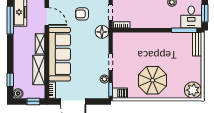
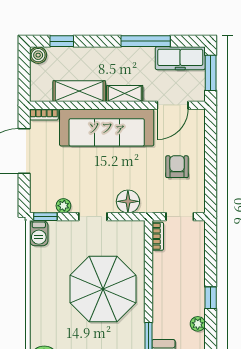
window: (10, 20) -> (146, 41), moved
floor lamp: (102, 32) -> (128, 201), moved
parasol: (153, 80) -> (103, 289), moved, width x1.36, depth x1.36
window: (33, 101) -> (24, 82), removed

